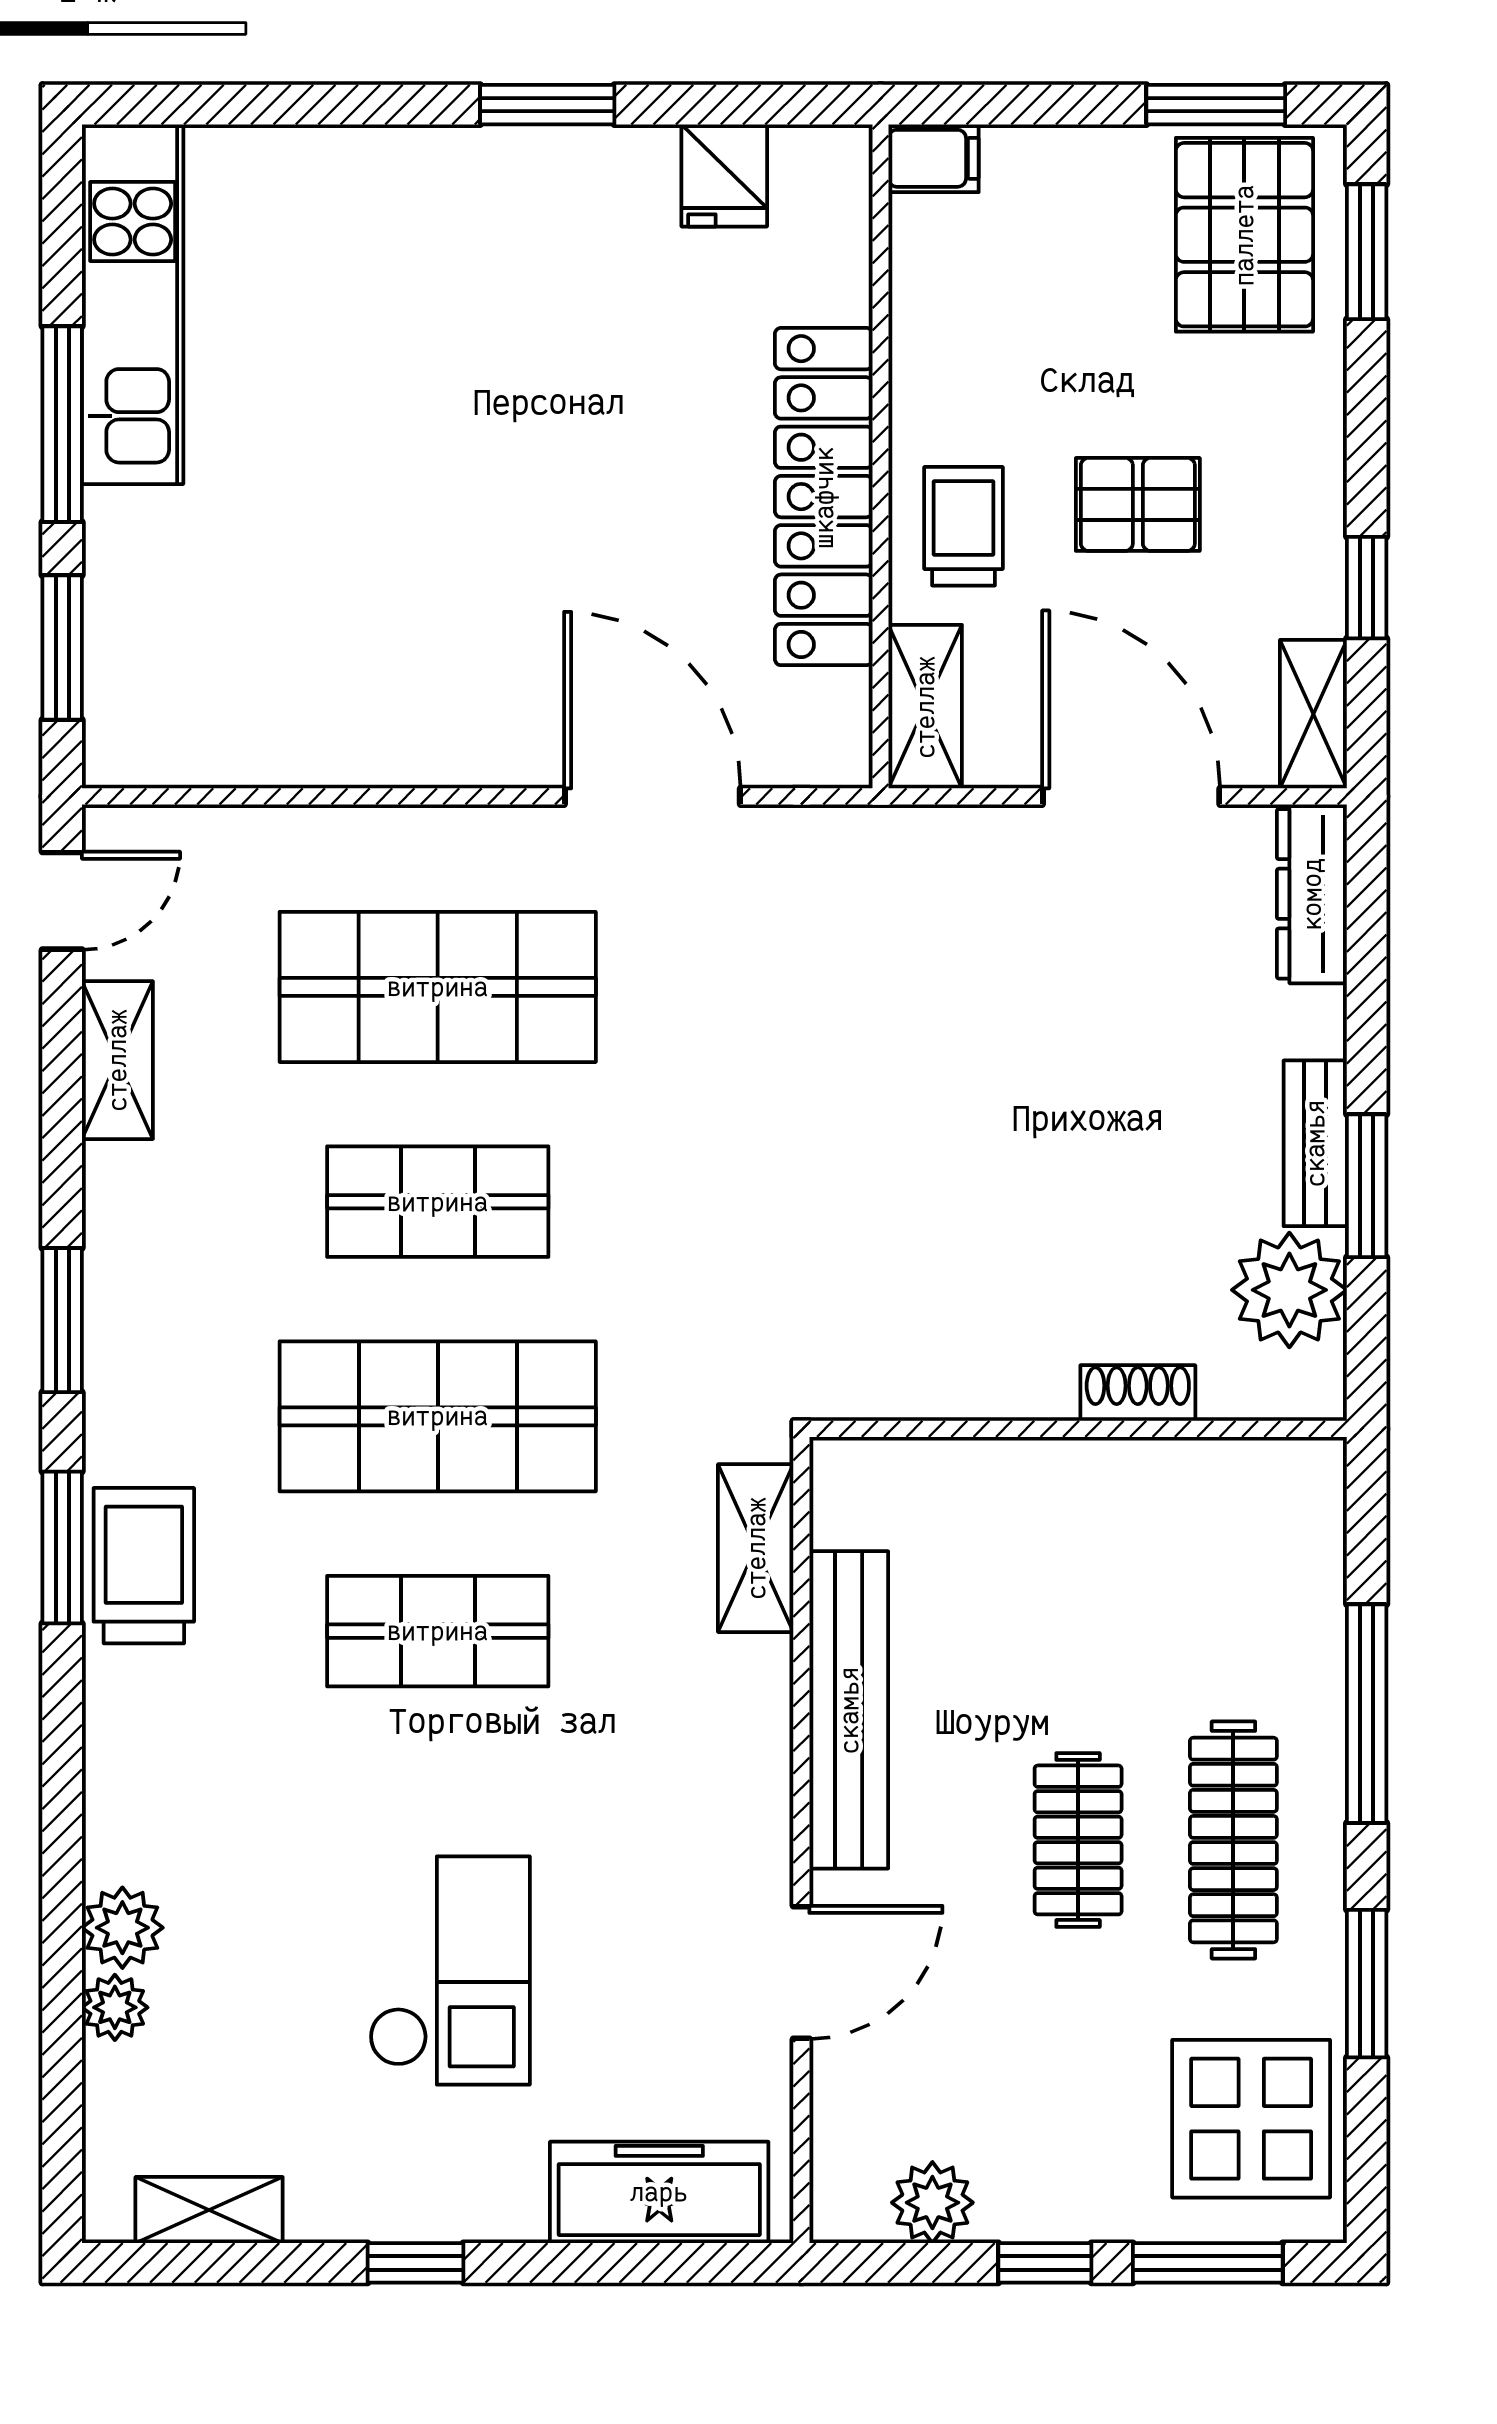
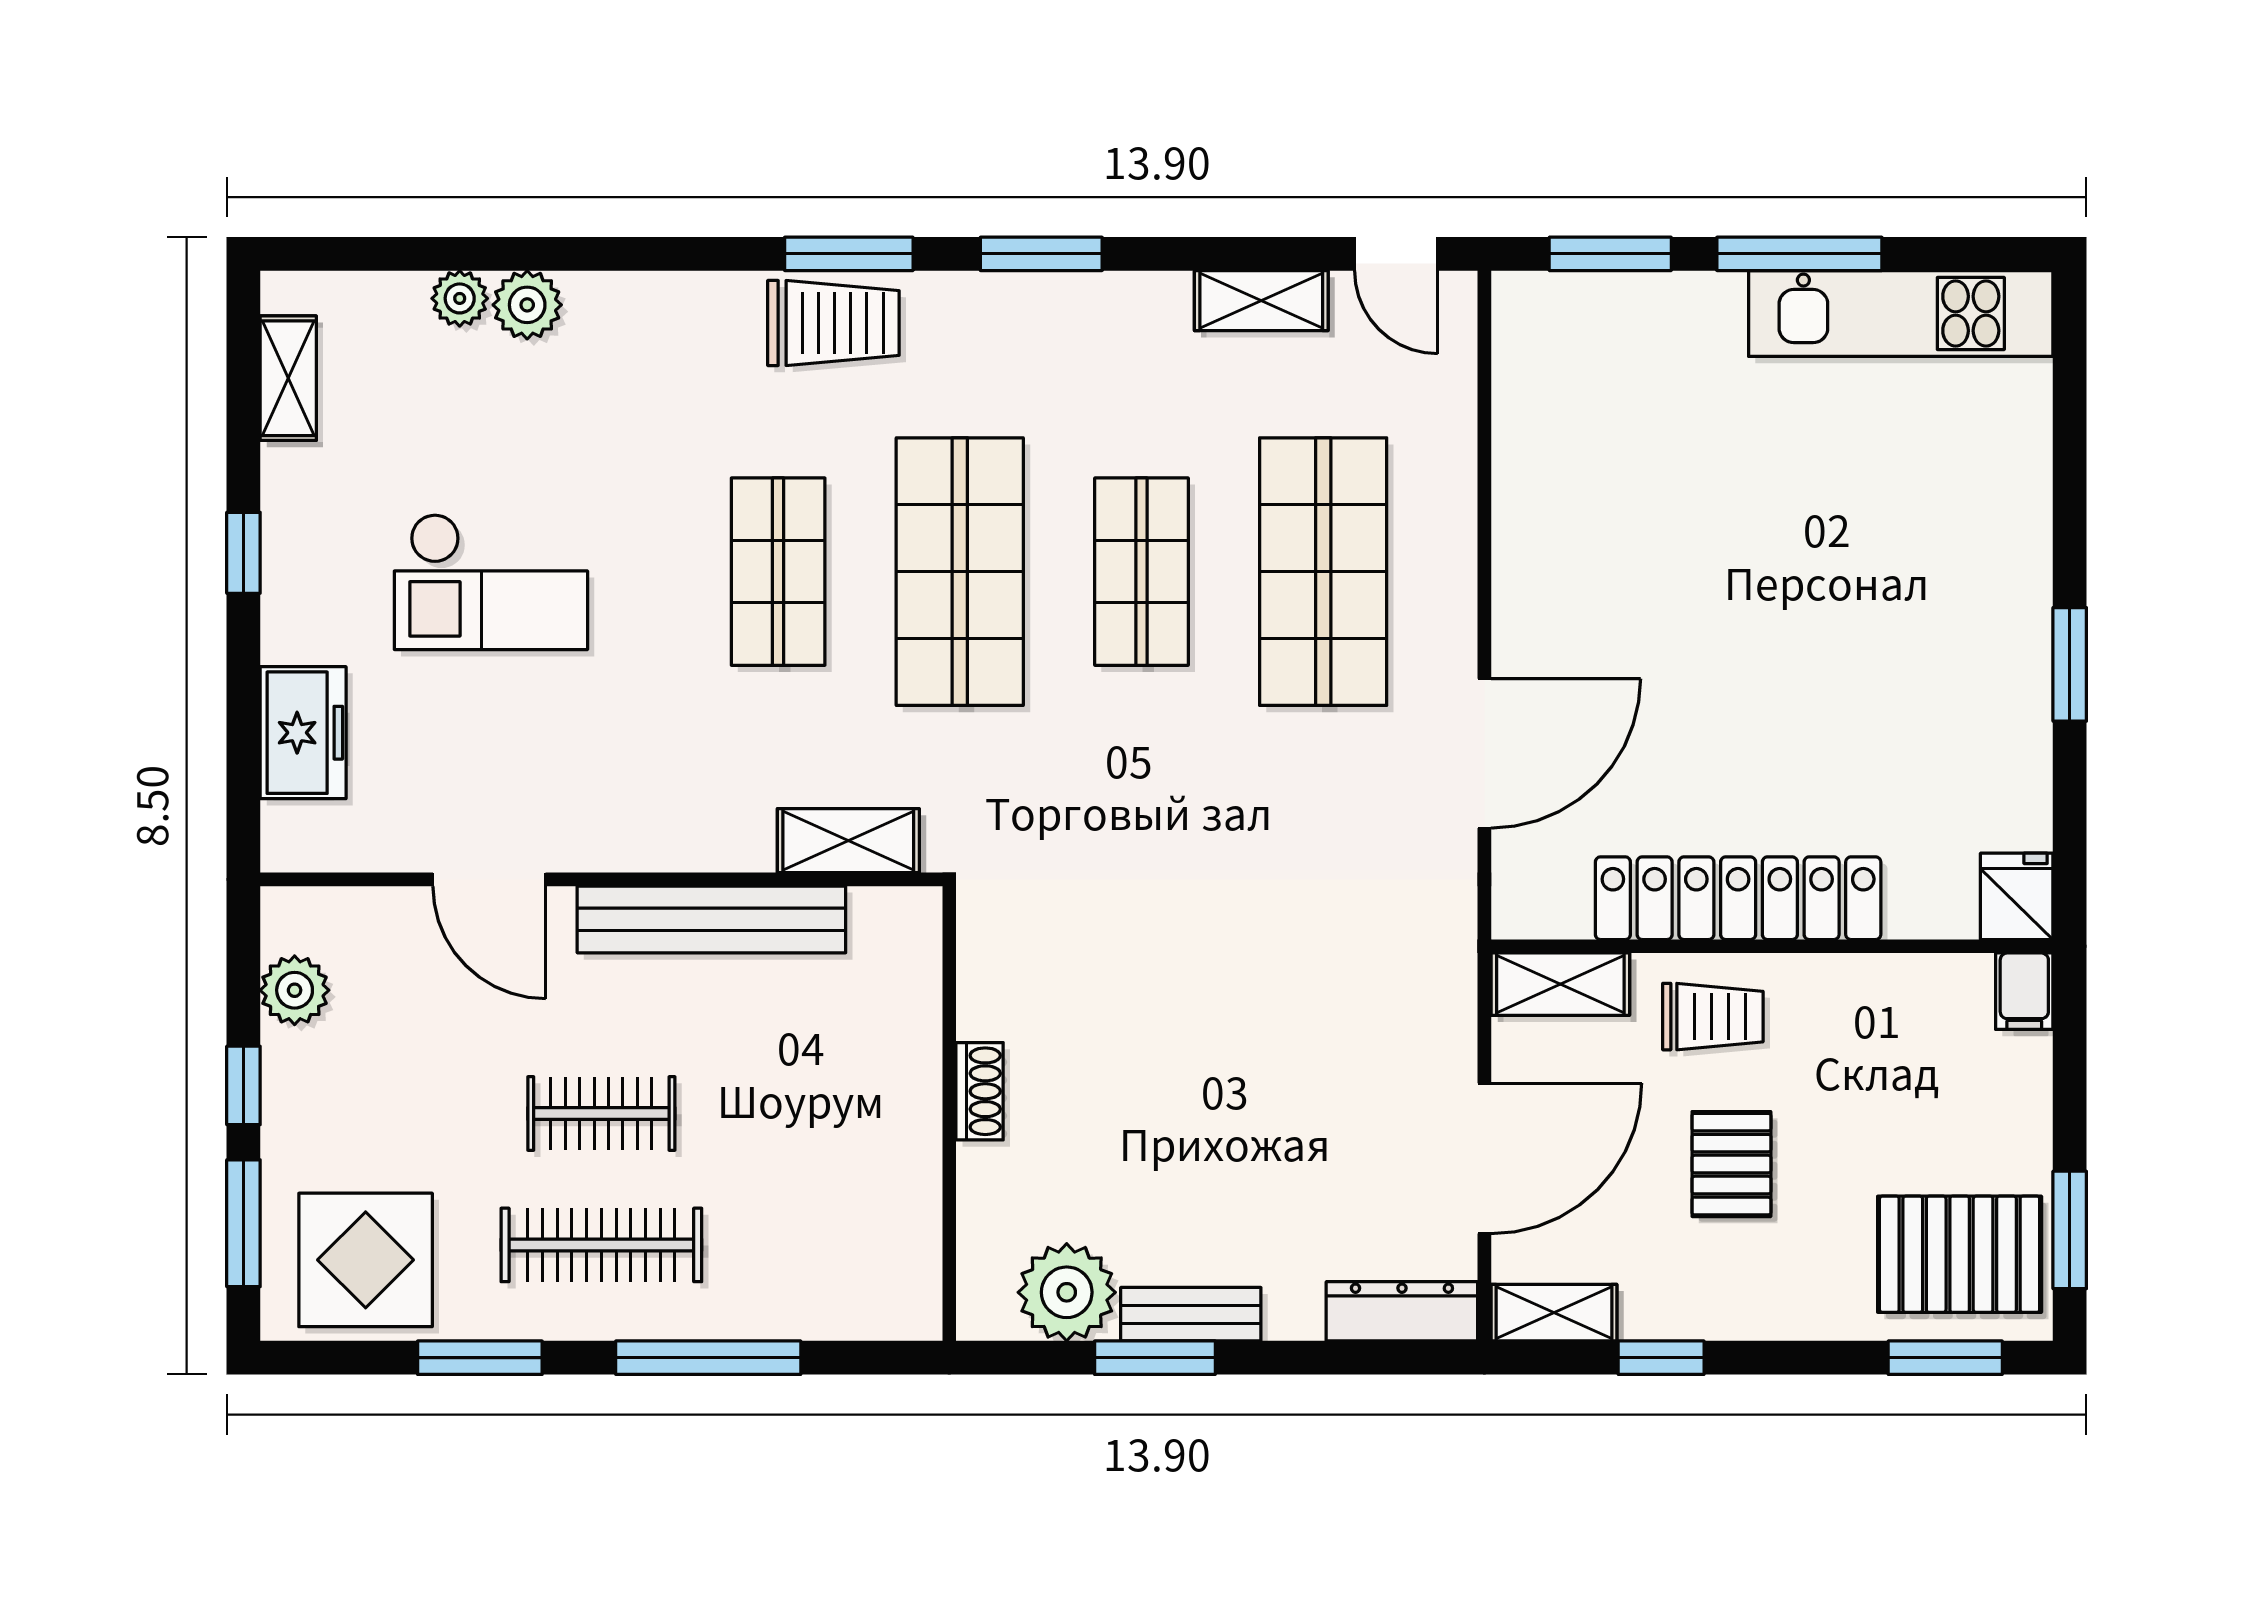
fridge: (724, 175) -> (2017, 896), moved, turned 90
shoe rack: (1138, 1393) -> (980, 1091), moved
freezer: (659, 2192) -> (303, 733), width x0.71

